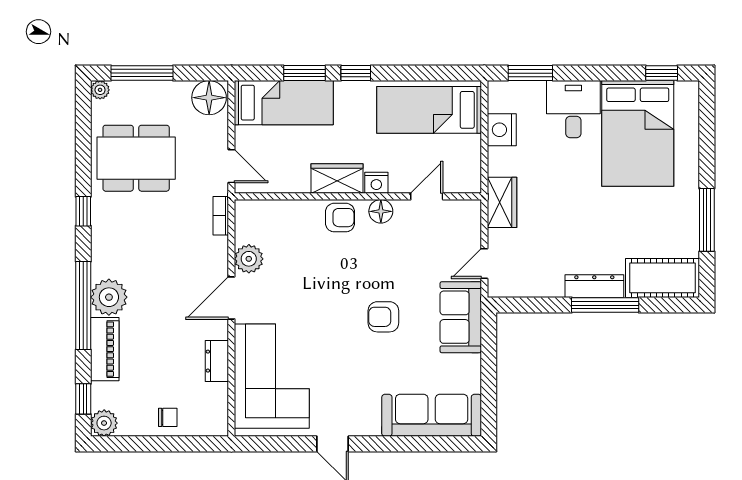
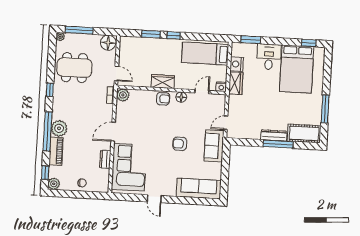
bed: (284, 103) -> (141, 47), removed
nightstand: (376, 183) -> (221, 87), moved
wardrobe: (502, 202) -> (236, 83), moved
plant: (249, 259) -> (123, 95), moved

